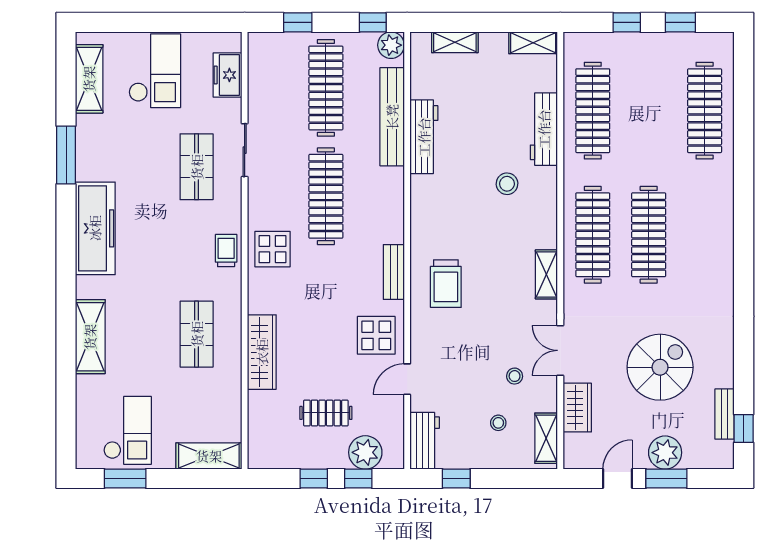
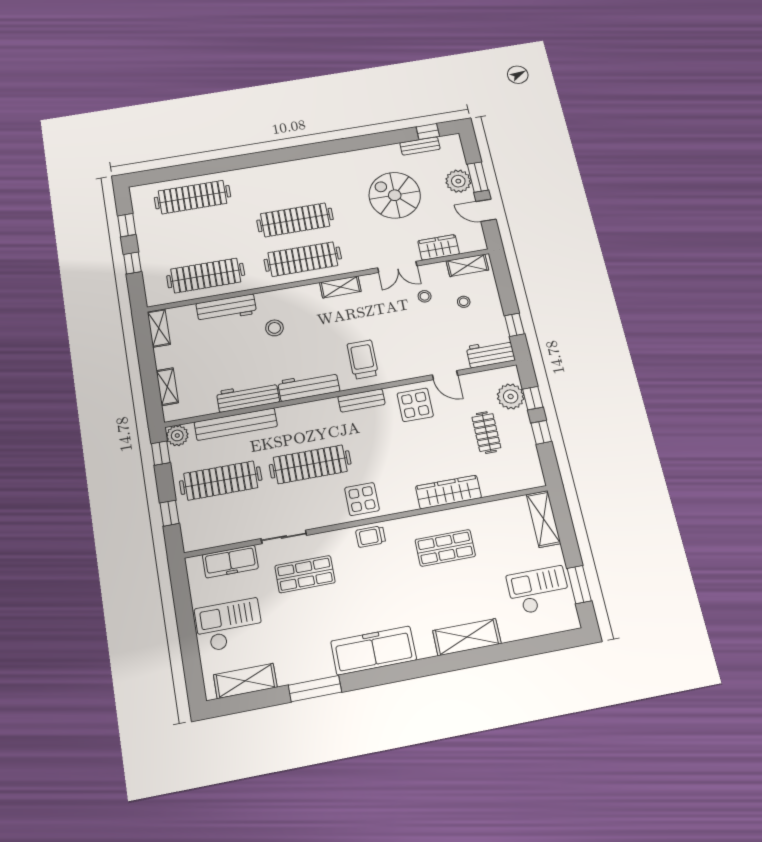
freezer: (227, 75) -> (230, 562), width x1.40
workbench: (424, 212) -> (309, 386), added
trolley: (446, 284) -> (363, 359), turned -90

